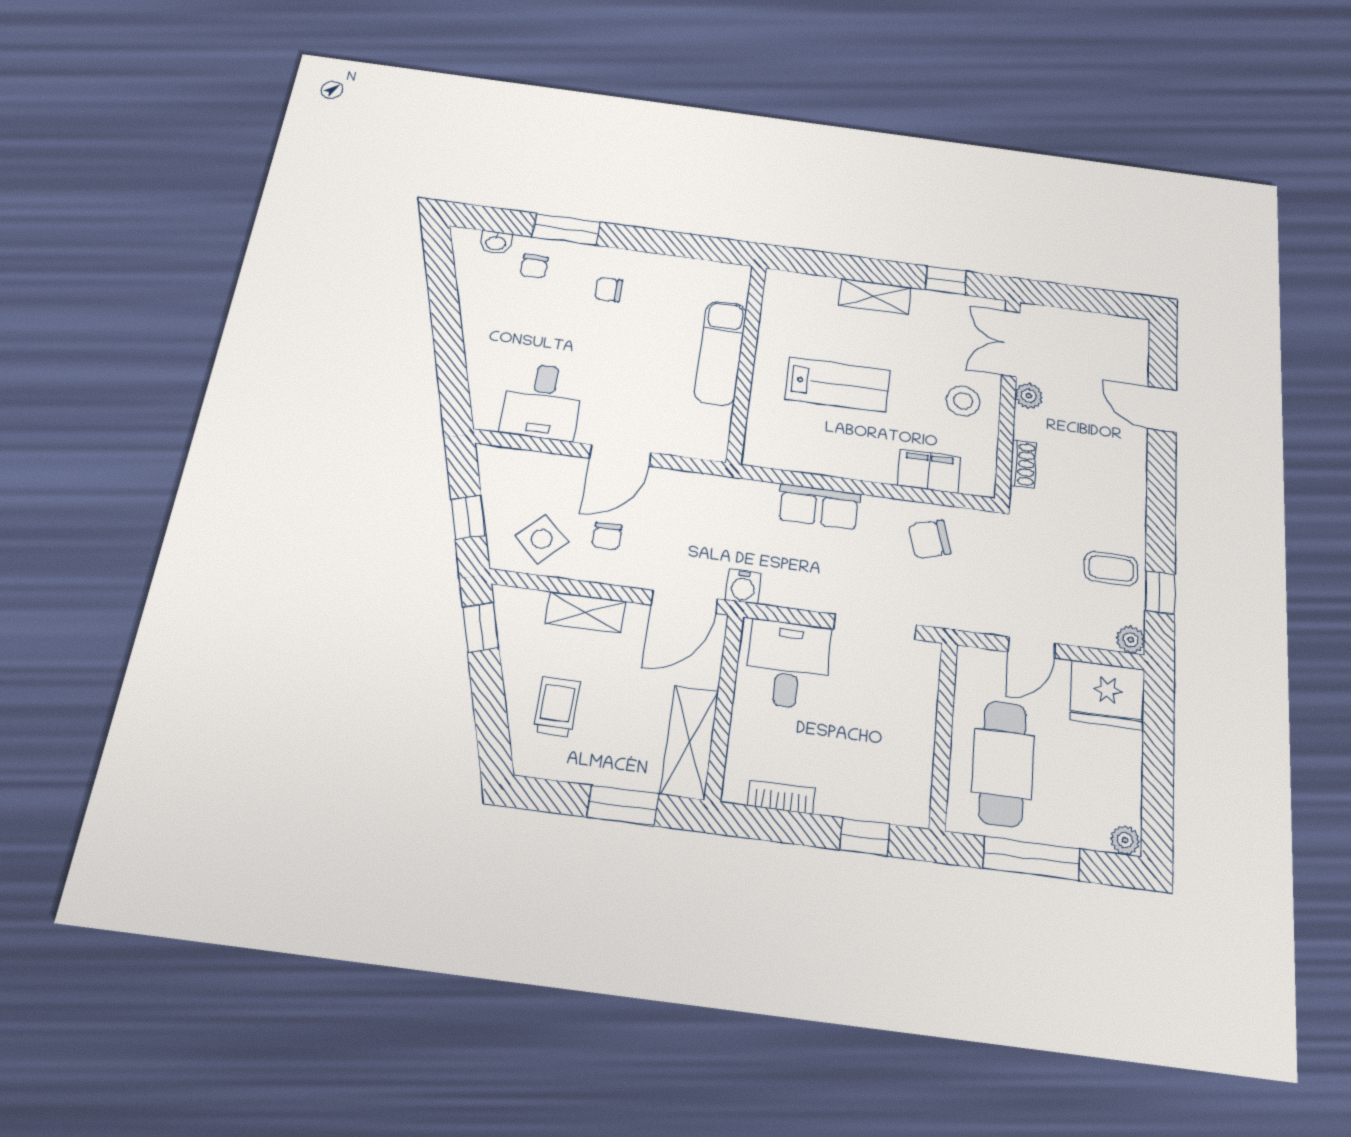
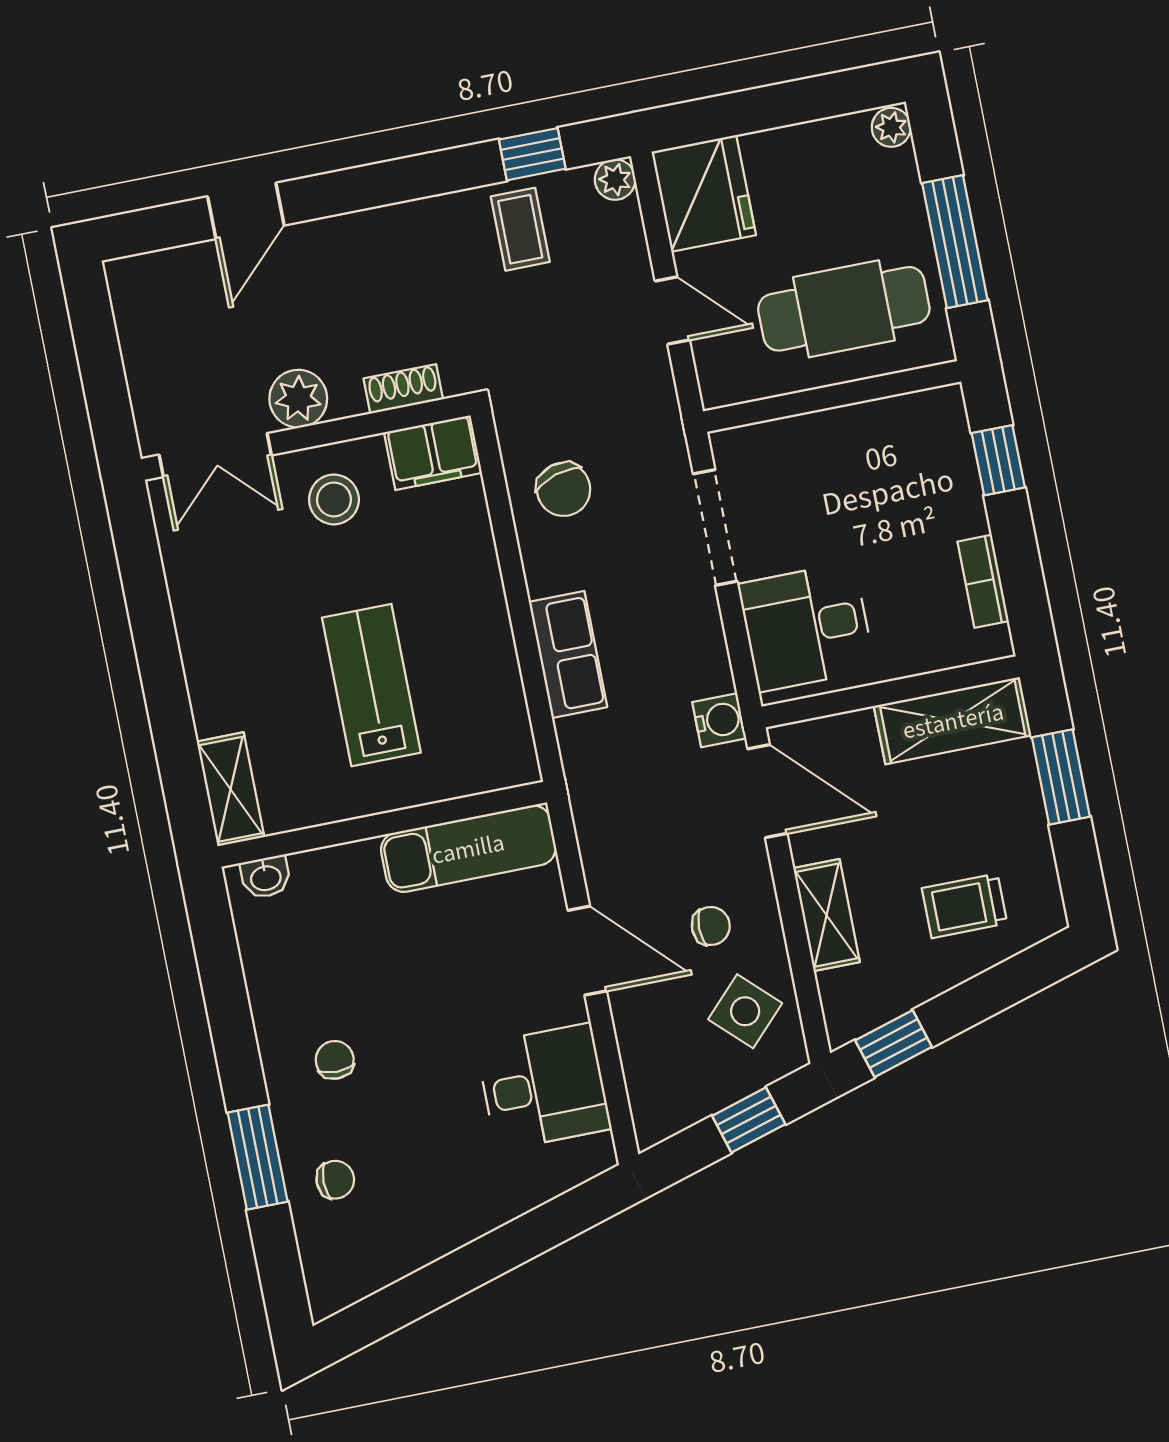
washbasin: (496, 243) -> (266, 877), moved, turned 90
window: (946, 280) -> (143, 577), removed
chair: (609, 289) -> (335, 1060), turned 180
shelving: (875, 296) -> (231, 789), moved
exam couch: (720, 353) -> (468, 849), moved
plant: (1029, 396) -> (298, 399), width x1.38, depth x1.38
filing cabinet: (929, 471) -> (433, 453), moved, turned -90

